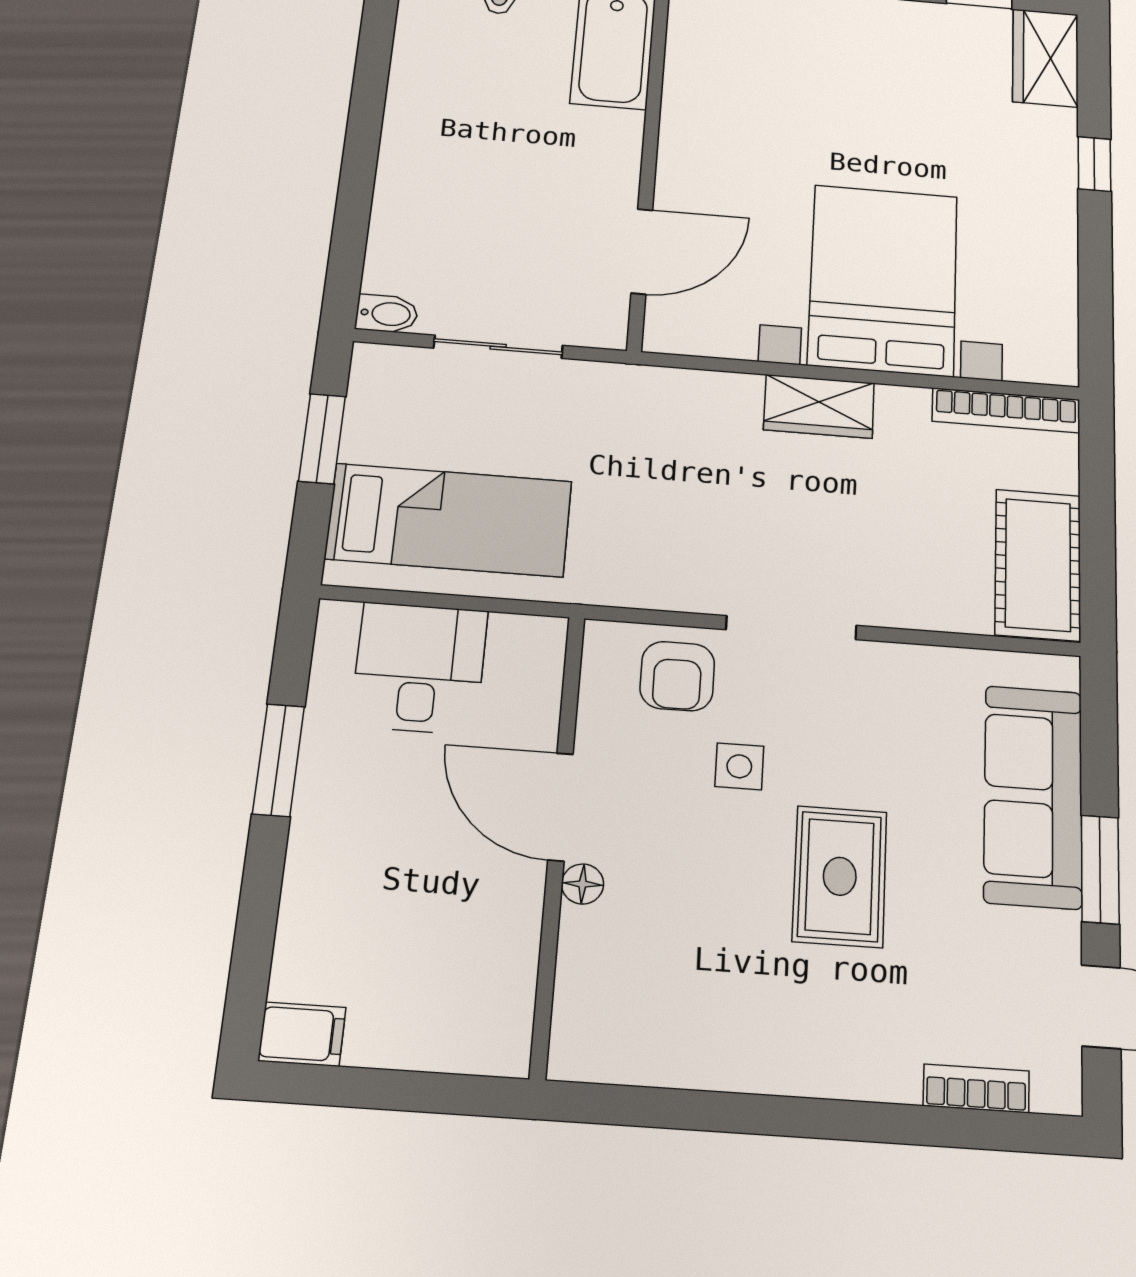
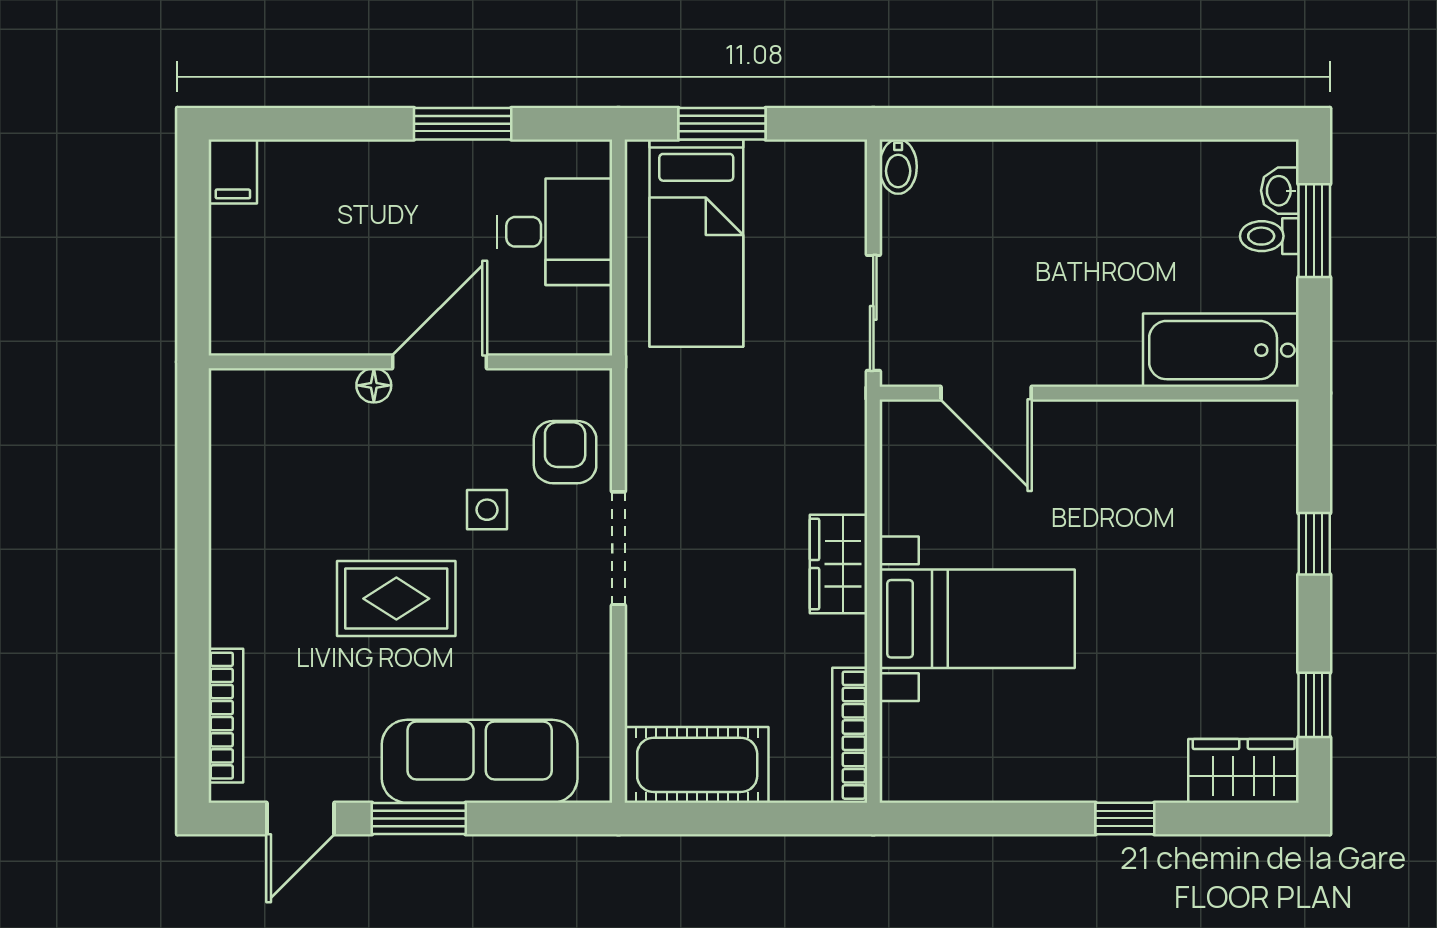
bed with nightstands: (883, 280) -> (977, 619), width x0.73
sliding door: (498, 347) -> (873, 313), moved
window: (322, 439) -> (722, 124), moved
armchair: (677, 676) -> (565, 452), turned 90
bookcase: (976, 1088) -> (226, 716), width x1.56

